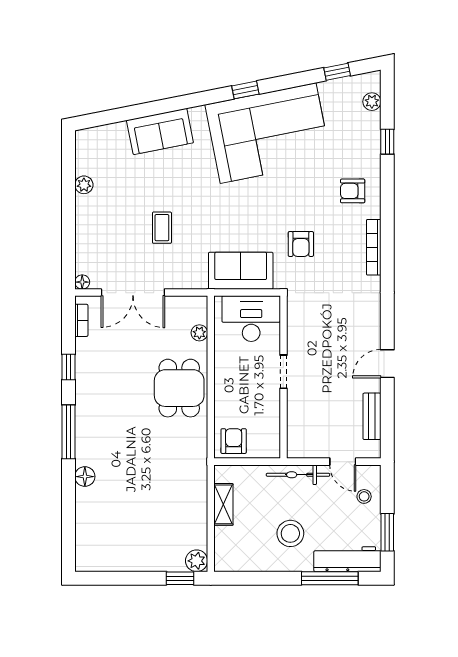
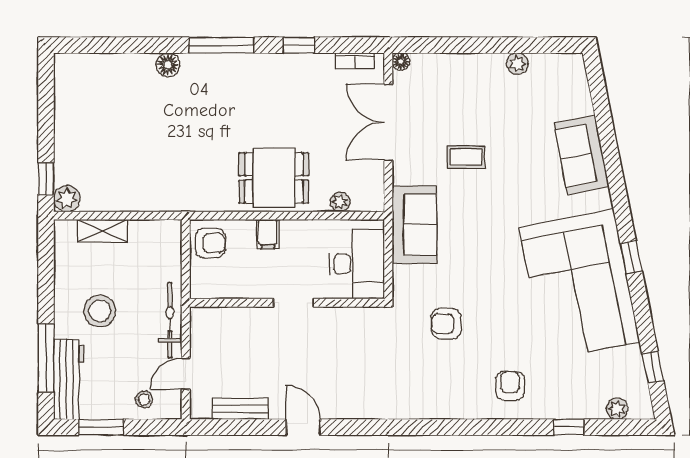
bookcase: (374, 247) -> (443, 411), removed
sofa: (241, 271) -> (414, 224), moved
filing cabinet: (226, 393) -> (268, 234), added
shelving: (223, 504) -> (102, 231), moved

